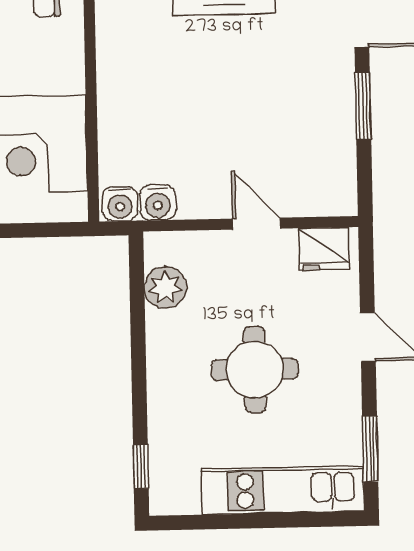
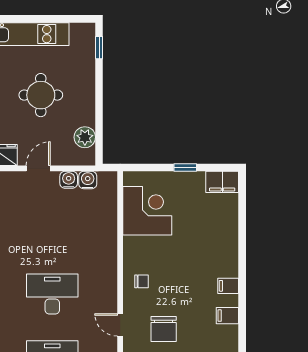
water cooler: (120, 204) -> (69, 180), moved
door: (257, 224) -> (38, 168), swing flipped

